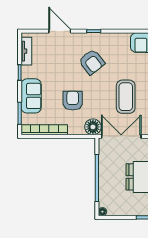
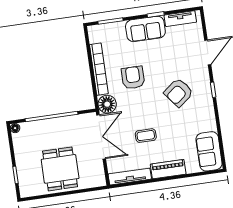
sofa: (31, 96) -> (145, 29), moved
coffee table: (126, 97) -> (146, 136), width x0.54, depth x0.58
armchair: (73, 101) -> (133, 78), turned -90
bookcase: (44, 130) -> (99, 69), moved

